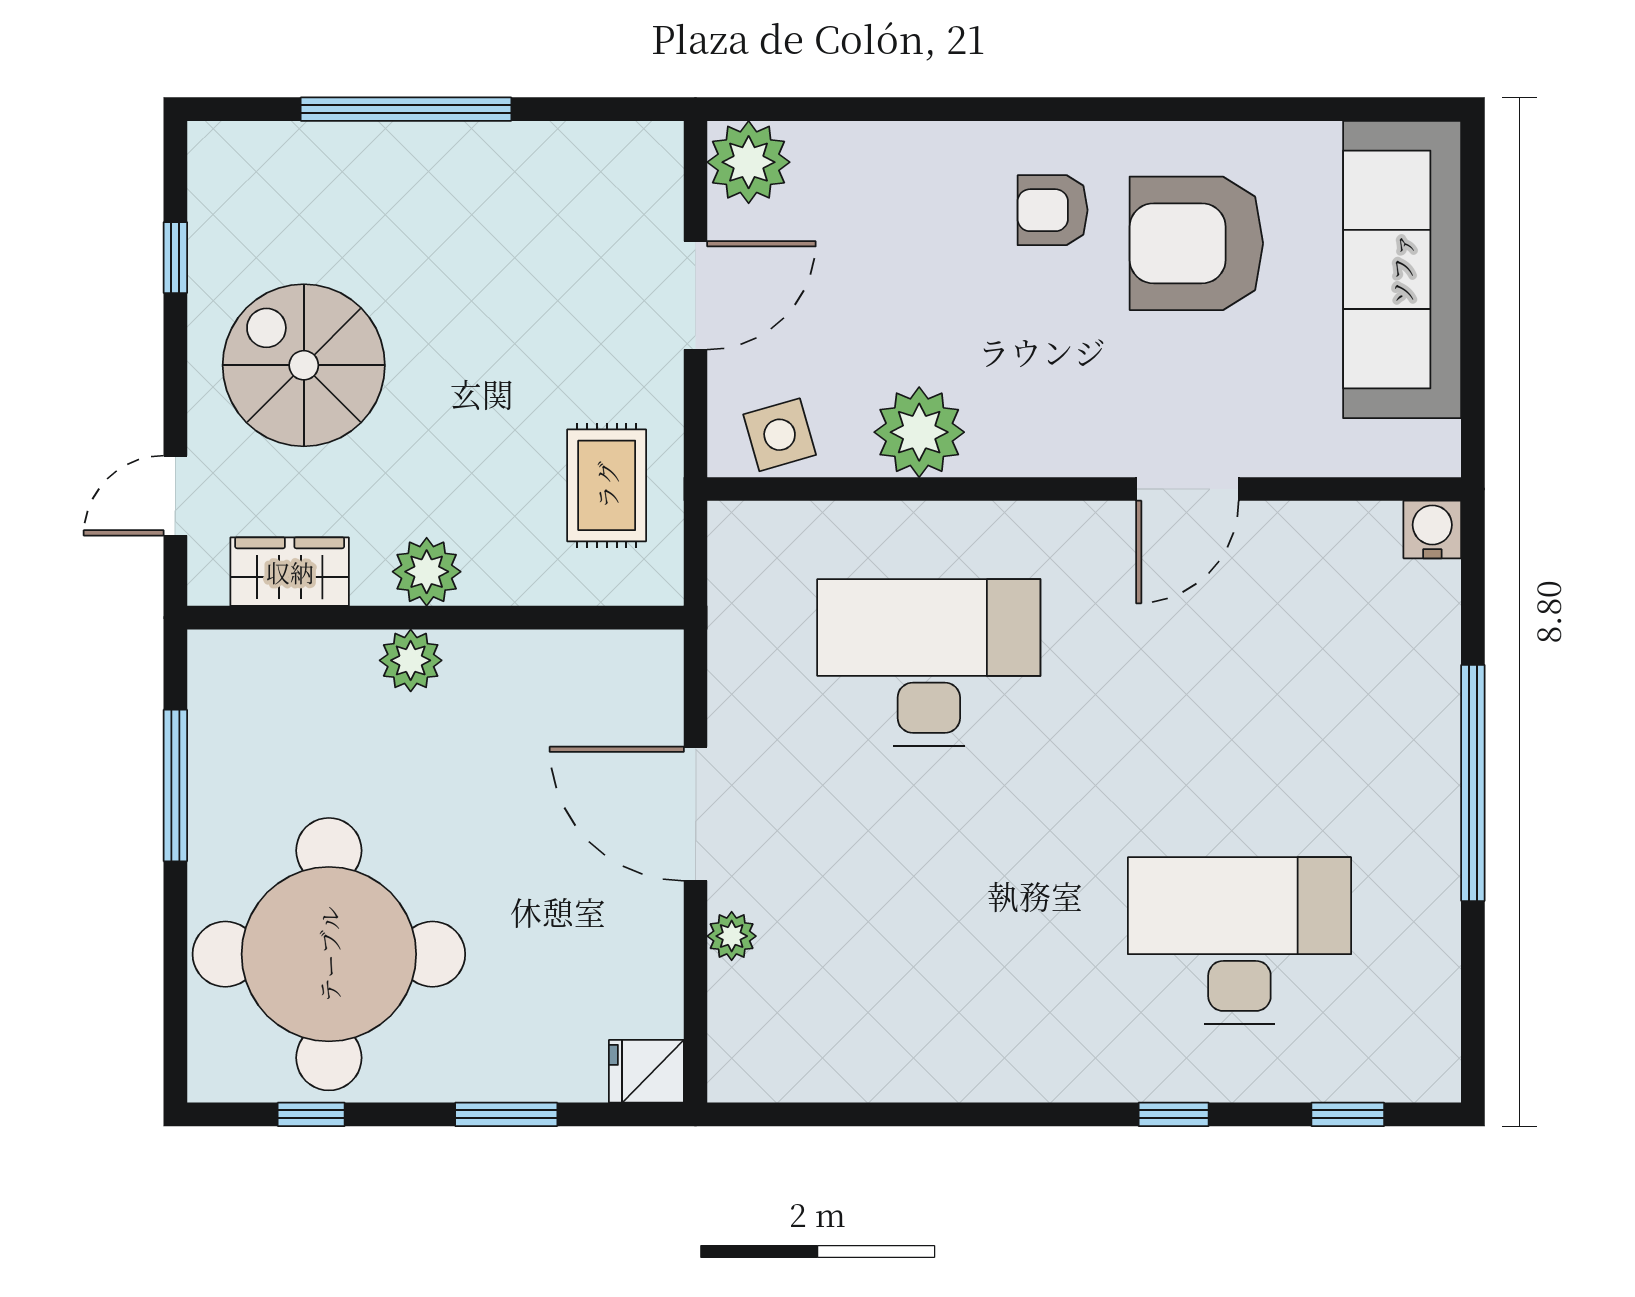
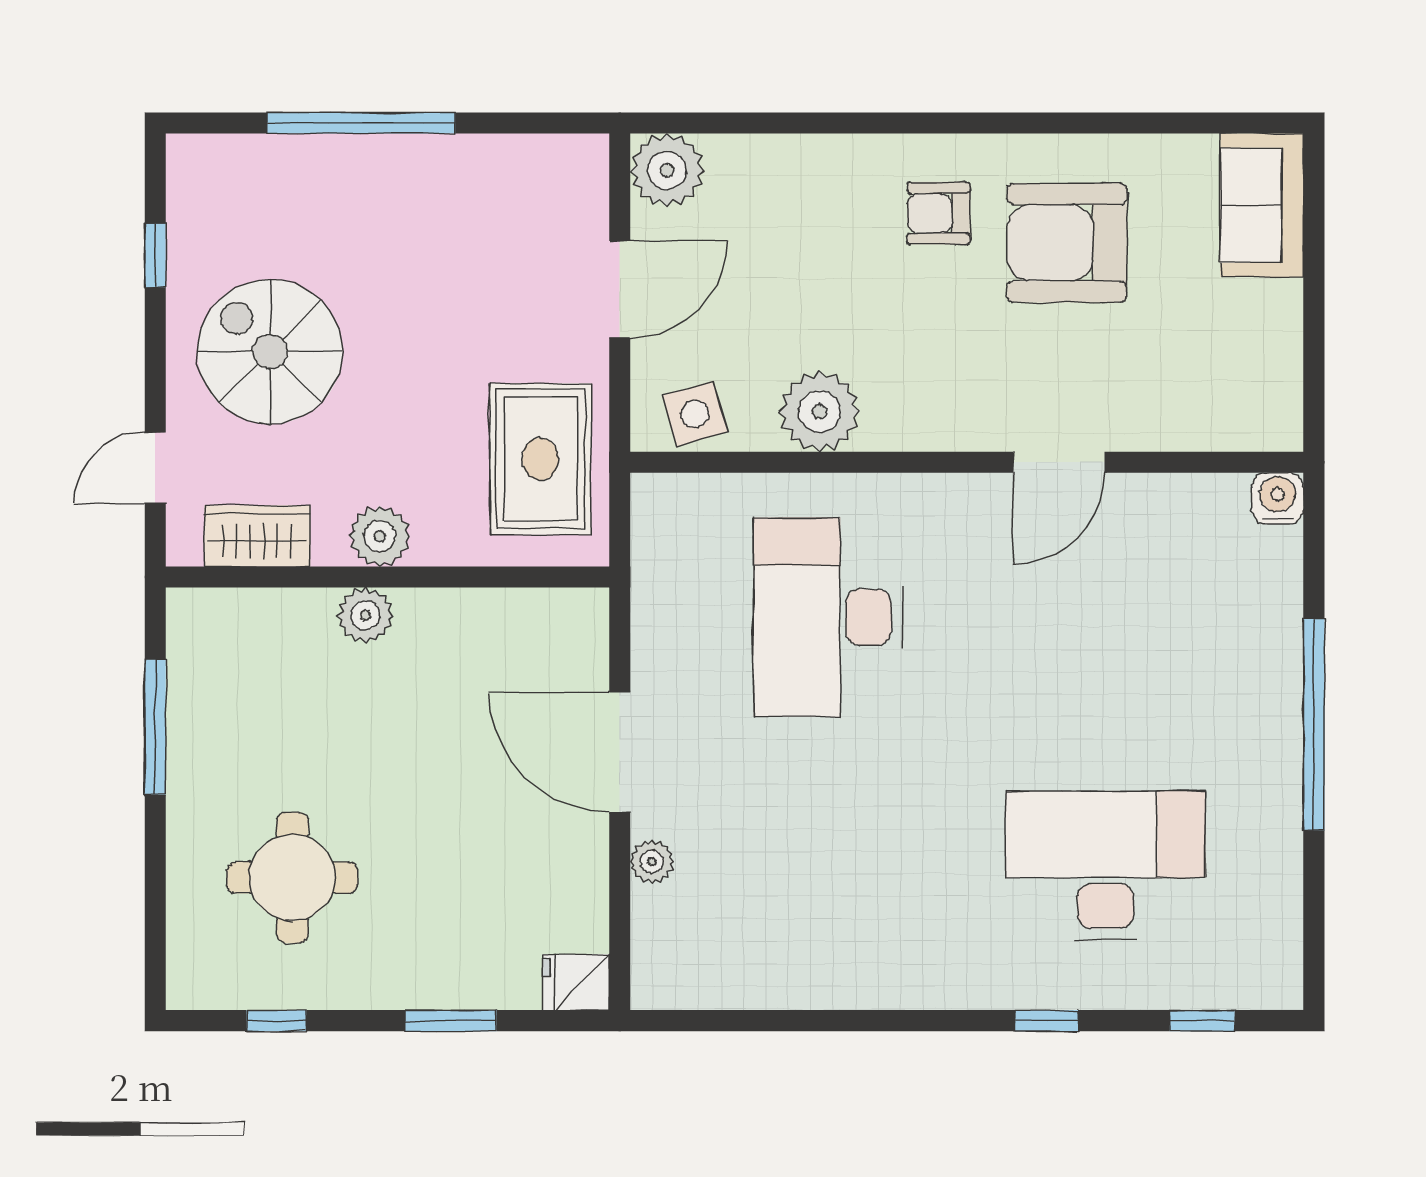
sofa: (1402, 269) -> (1262, 205), width x0.54, depth x0.79
rug: (607, 485) -> (540, 459), width x1.36, depth x1.43
desk: (929, 663) -> (828, 617), turned -90
round table: (329, 954) -> (292, 878), width x0.54, depth x0.54

